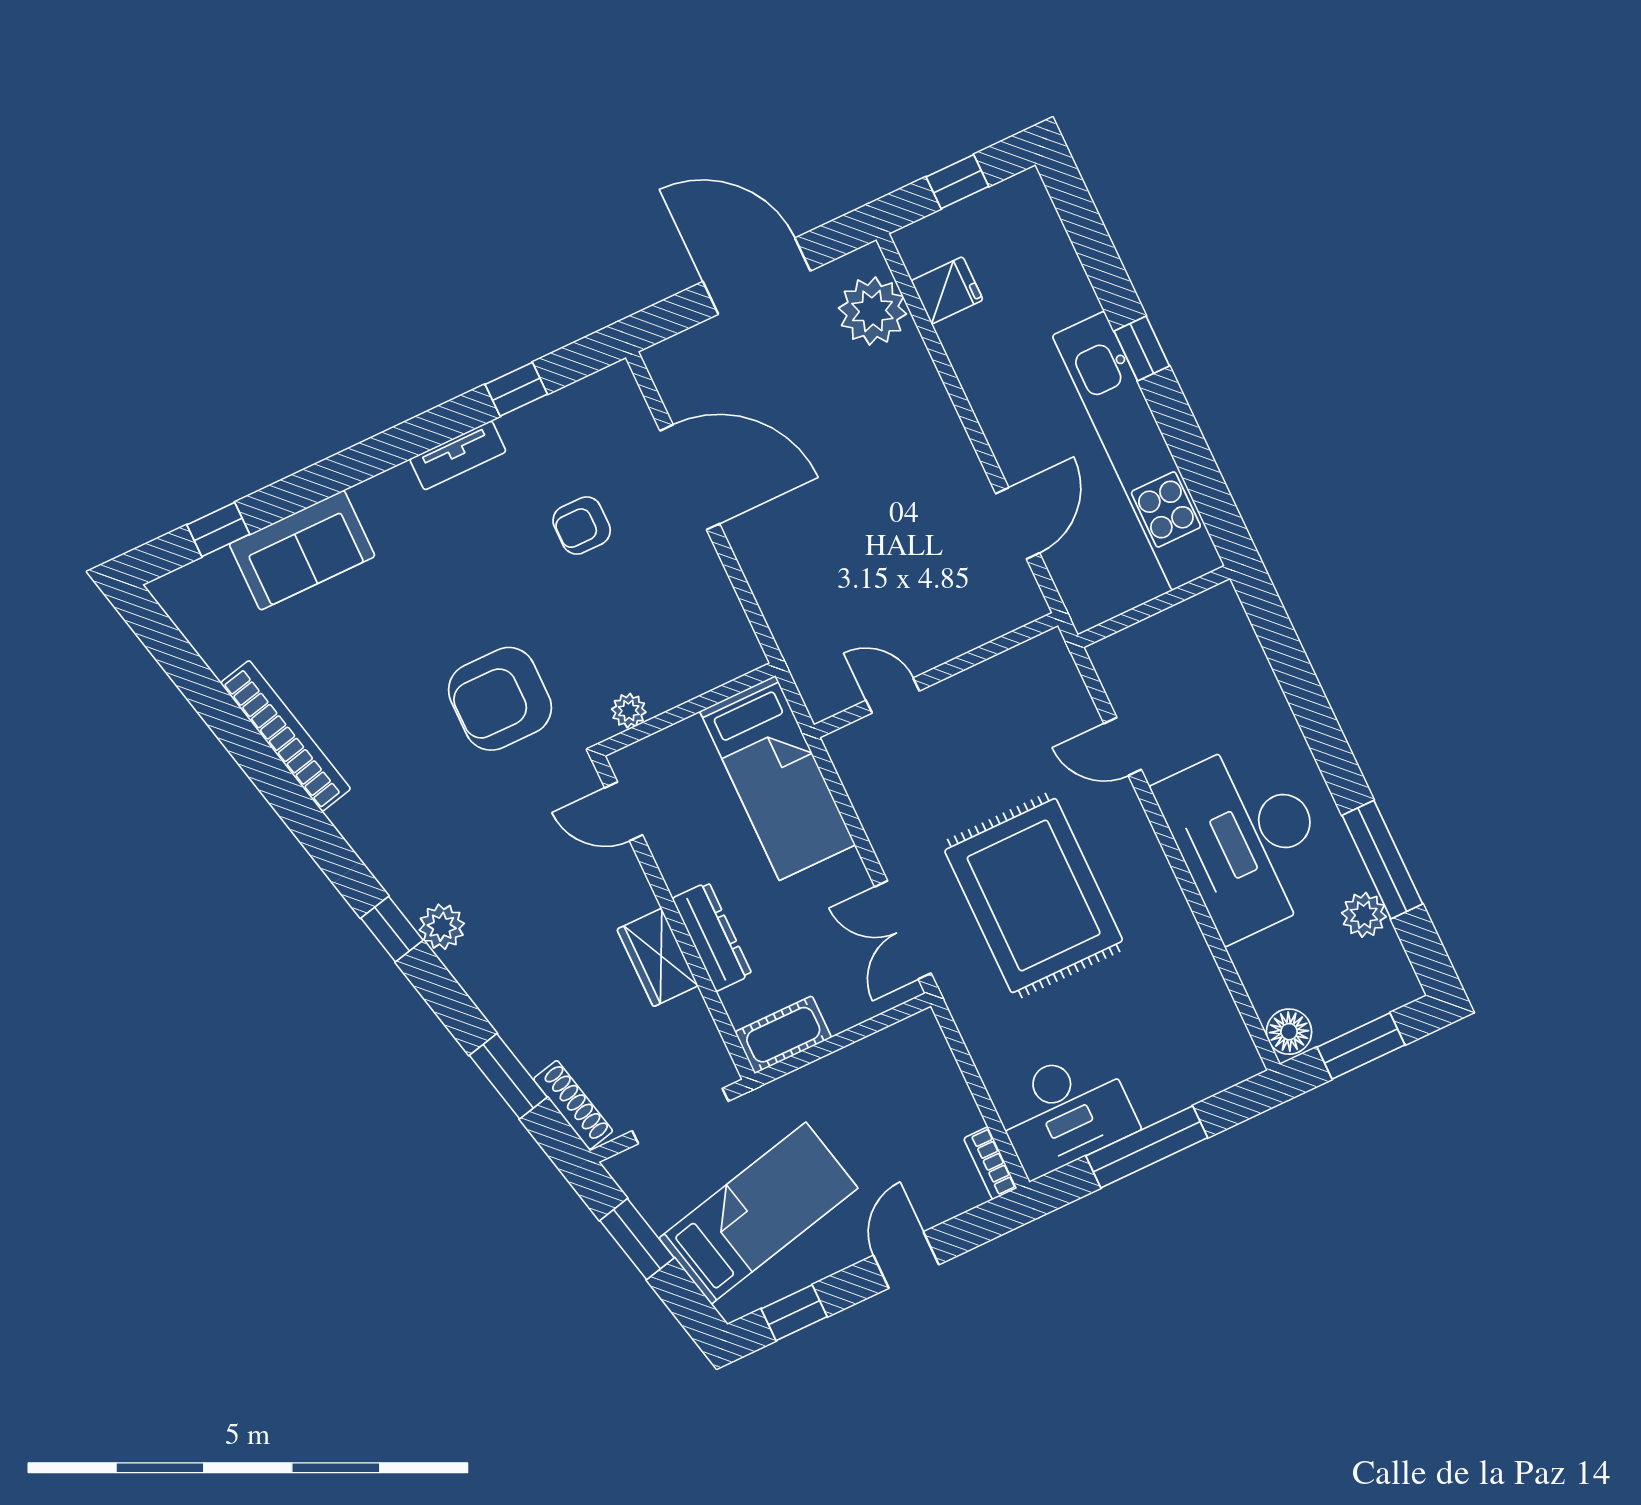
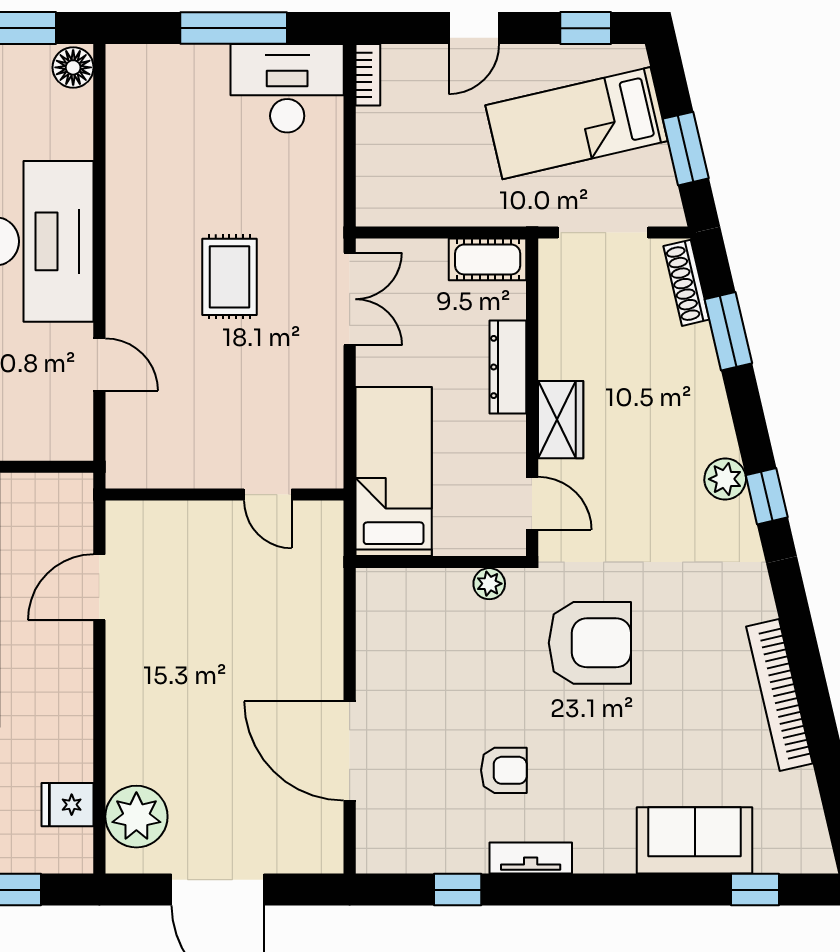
armchair: (582, 526) -> (504, 770), moved
rug: (1034, 896) -> (229, 277), width x0.54, depth x0.49
wardrobe: (658, 958) -> (561, 420), moved

